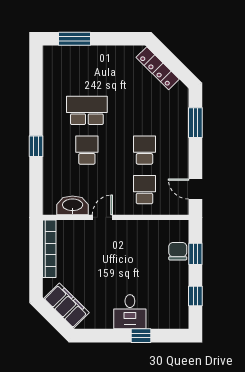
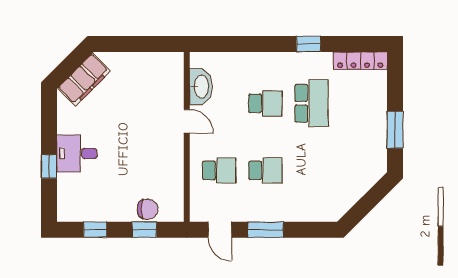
window: (74, 39) -> (395, 130), moved
locker: (158, 68) -> (360, 61), moved, turned -135
window: (195, 123) -> (266, 230), moved
window: (36, 146) -> (308, 44), moved
door: (195, 189) -> (220, 230), swing flipped
bookcase: (49, 249) -> (150, 59), removed

